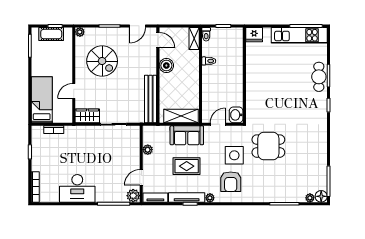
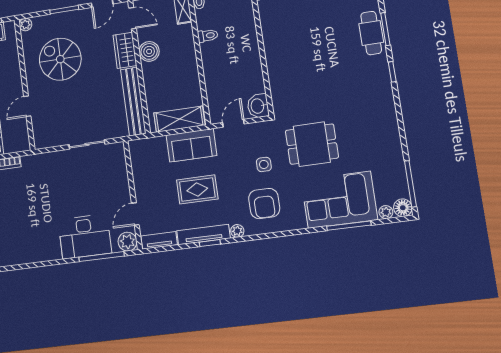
spiral stairs: (102, 61) -> (60, 59), turned 180
wardrobe: (87, 116) -> (125, 50), moved, turned -90
plant: (148, 150) -> (139, 173), removed
side table: (234, 155) -> (264, 164), width x0.54, depth x0.54
corner sofa: (281, 186) -> (339, 200), added
desk: (77, 188) -> (85, 236), moved

